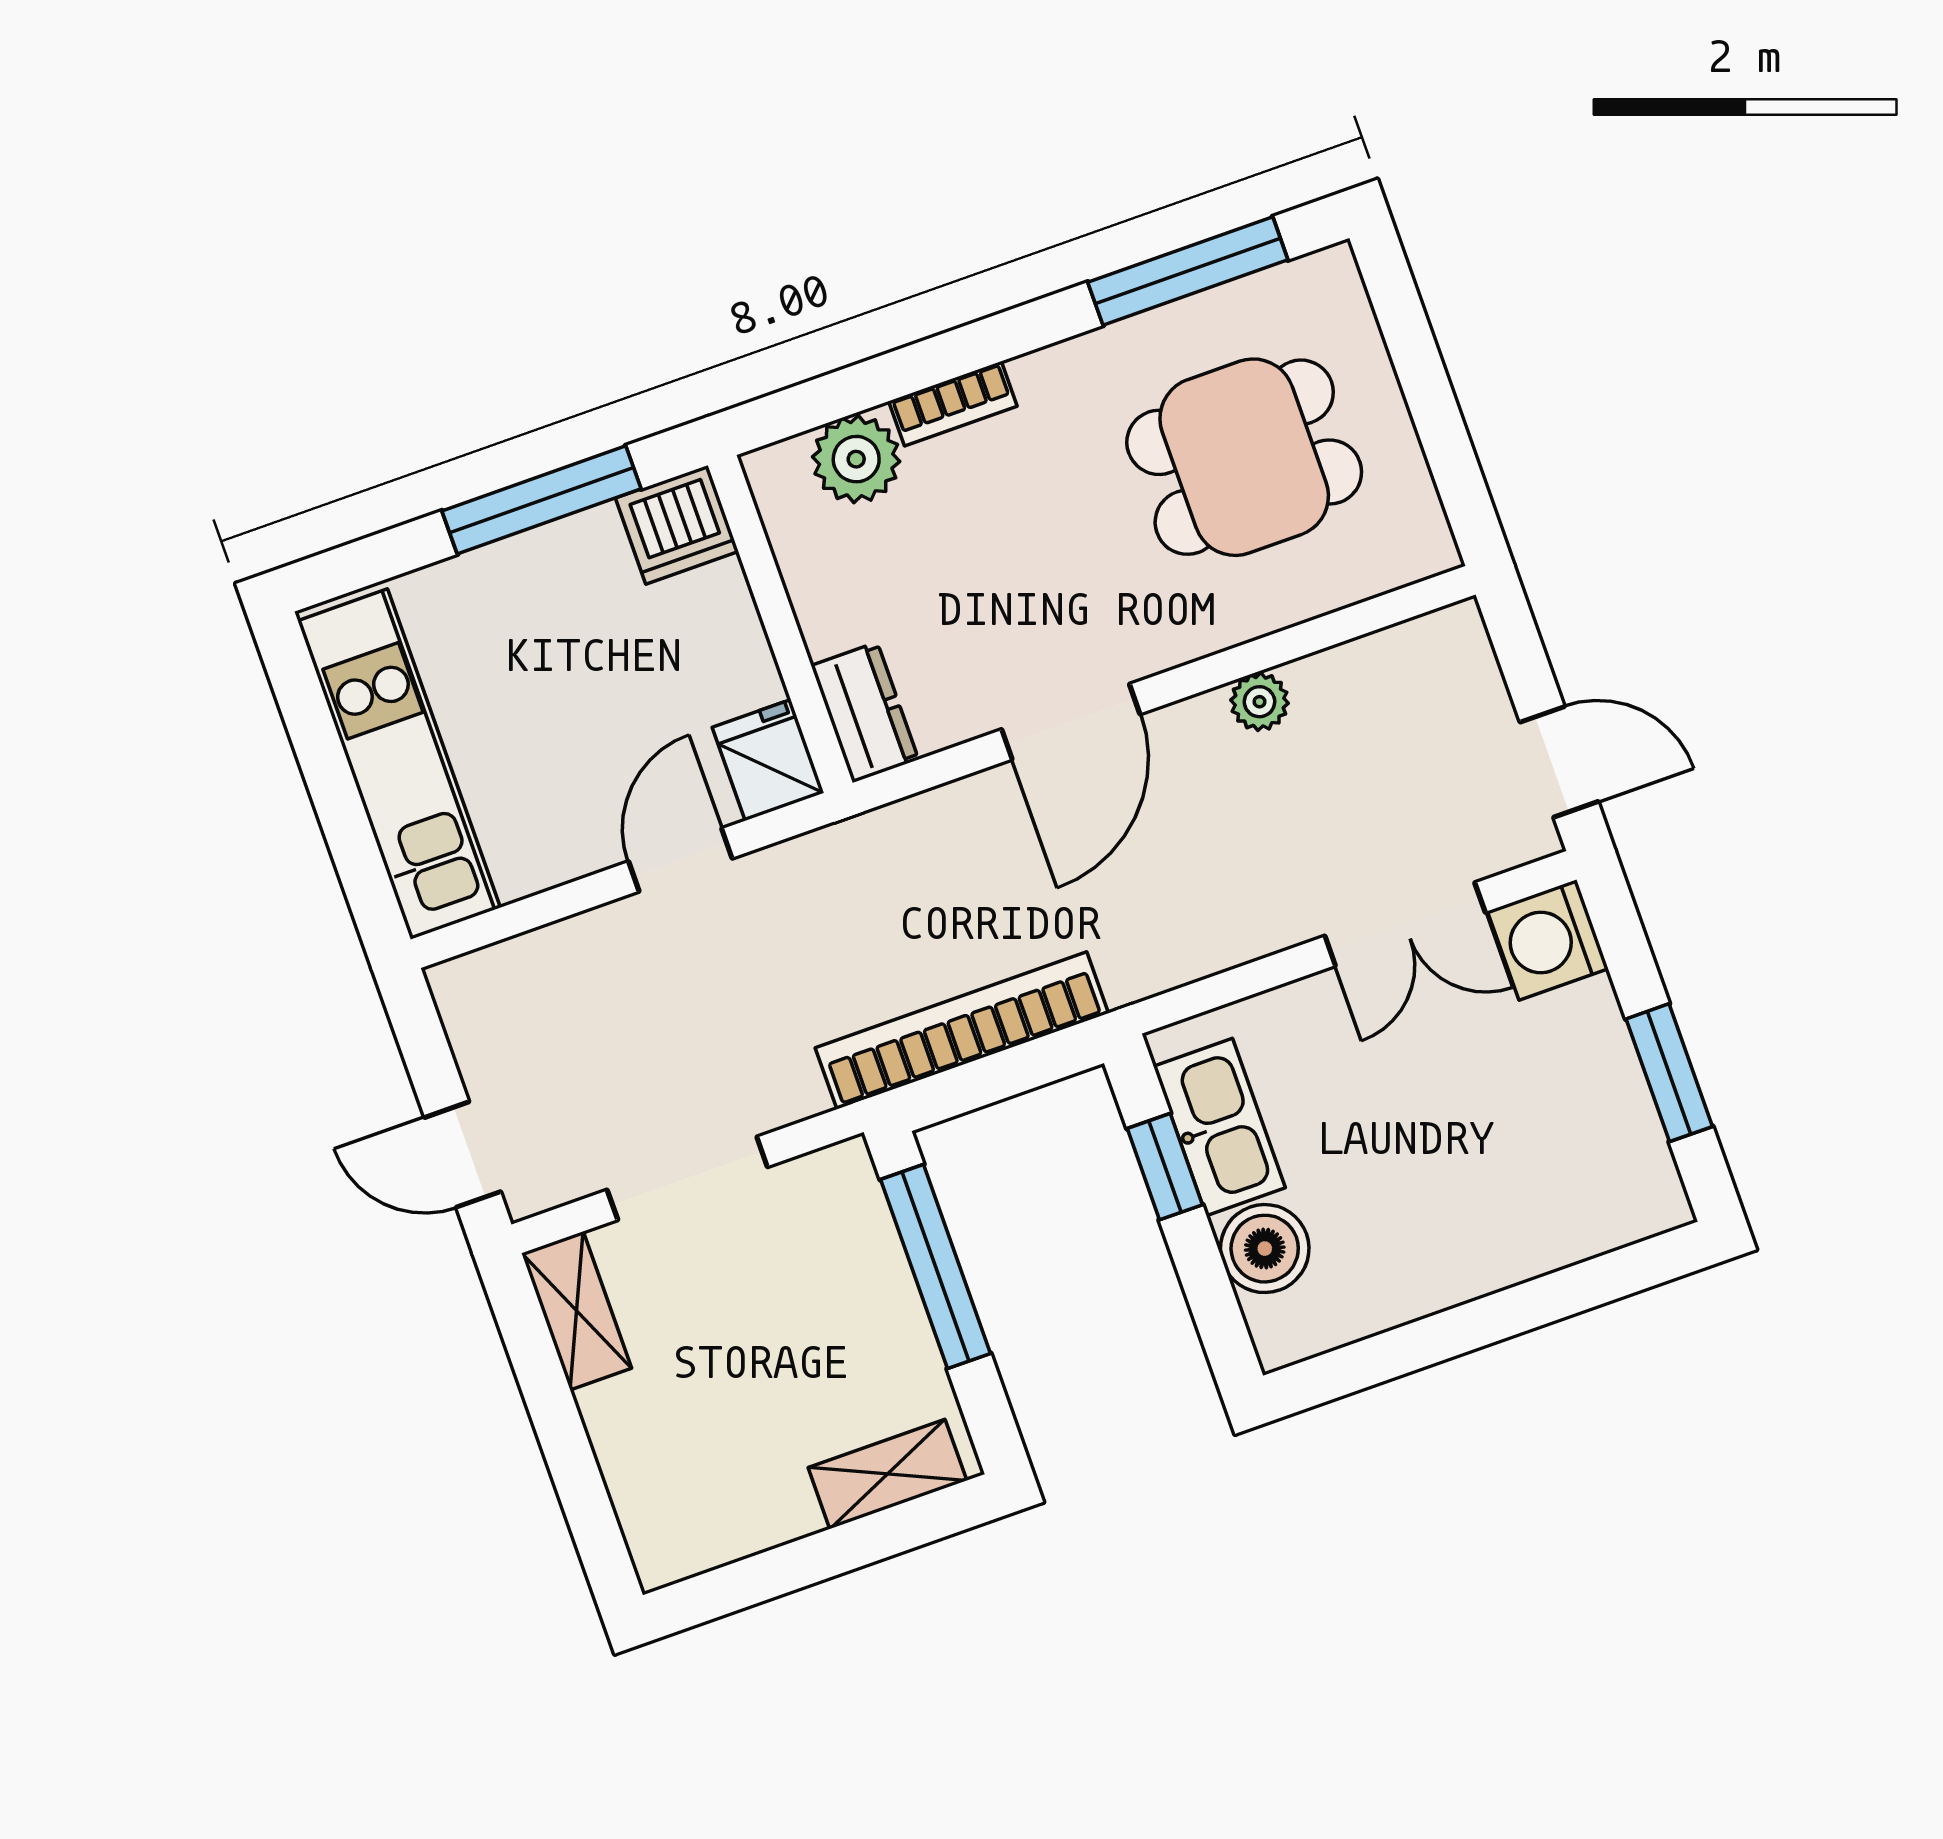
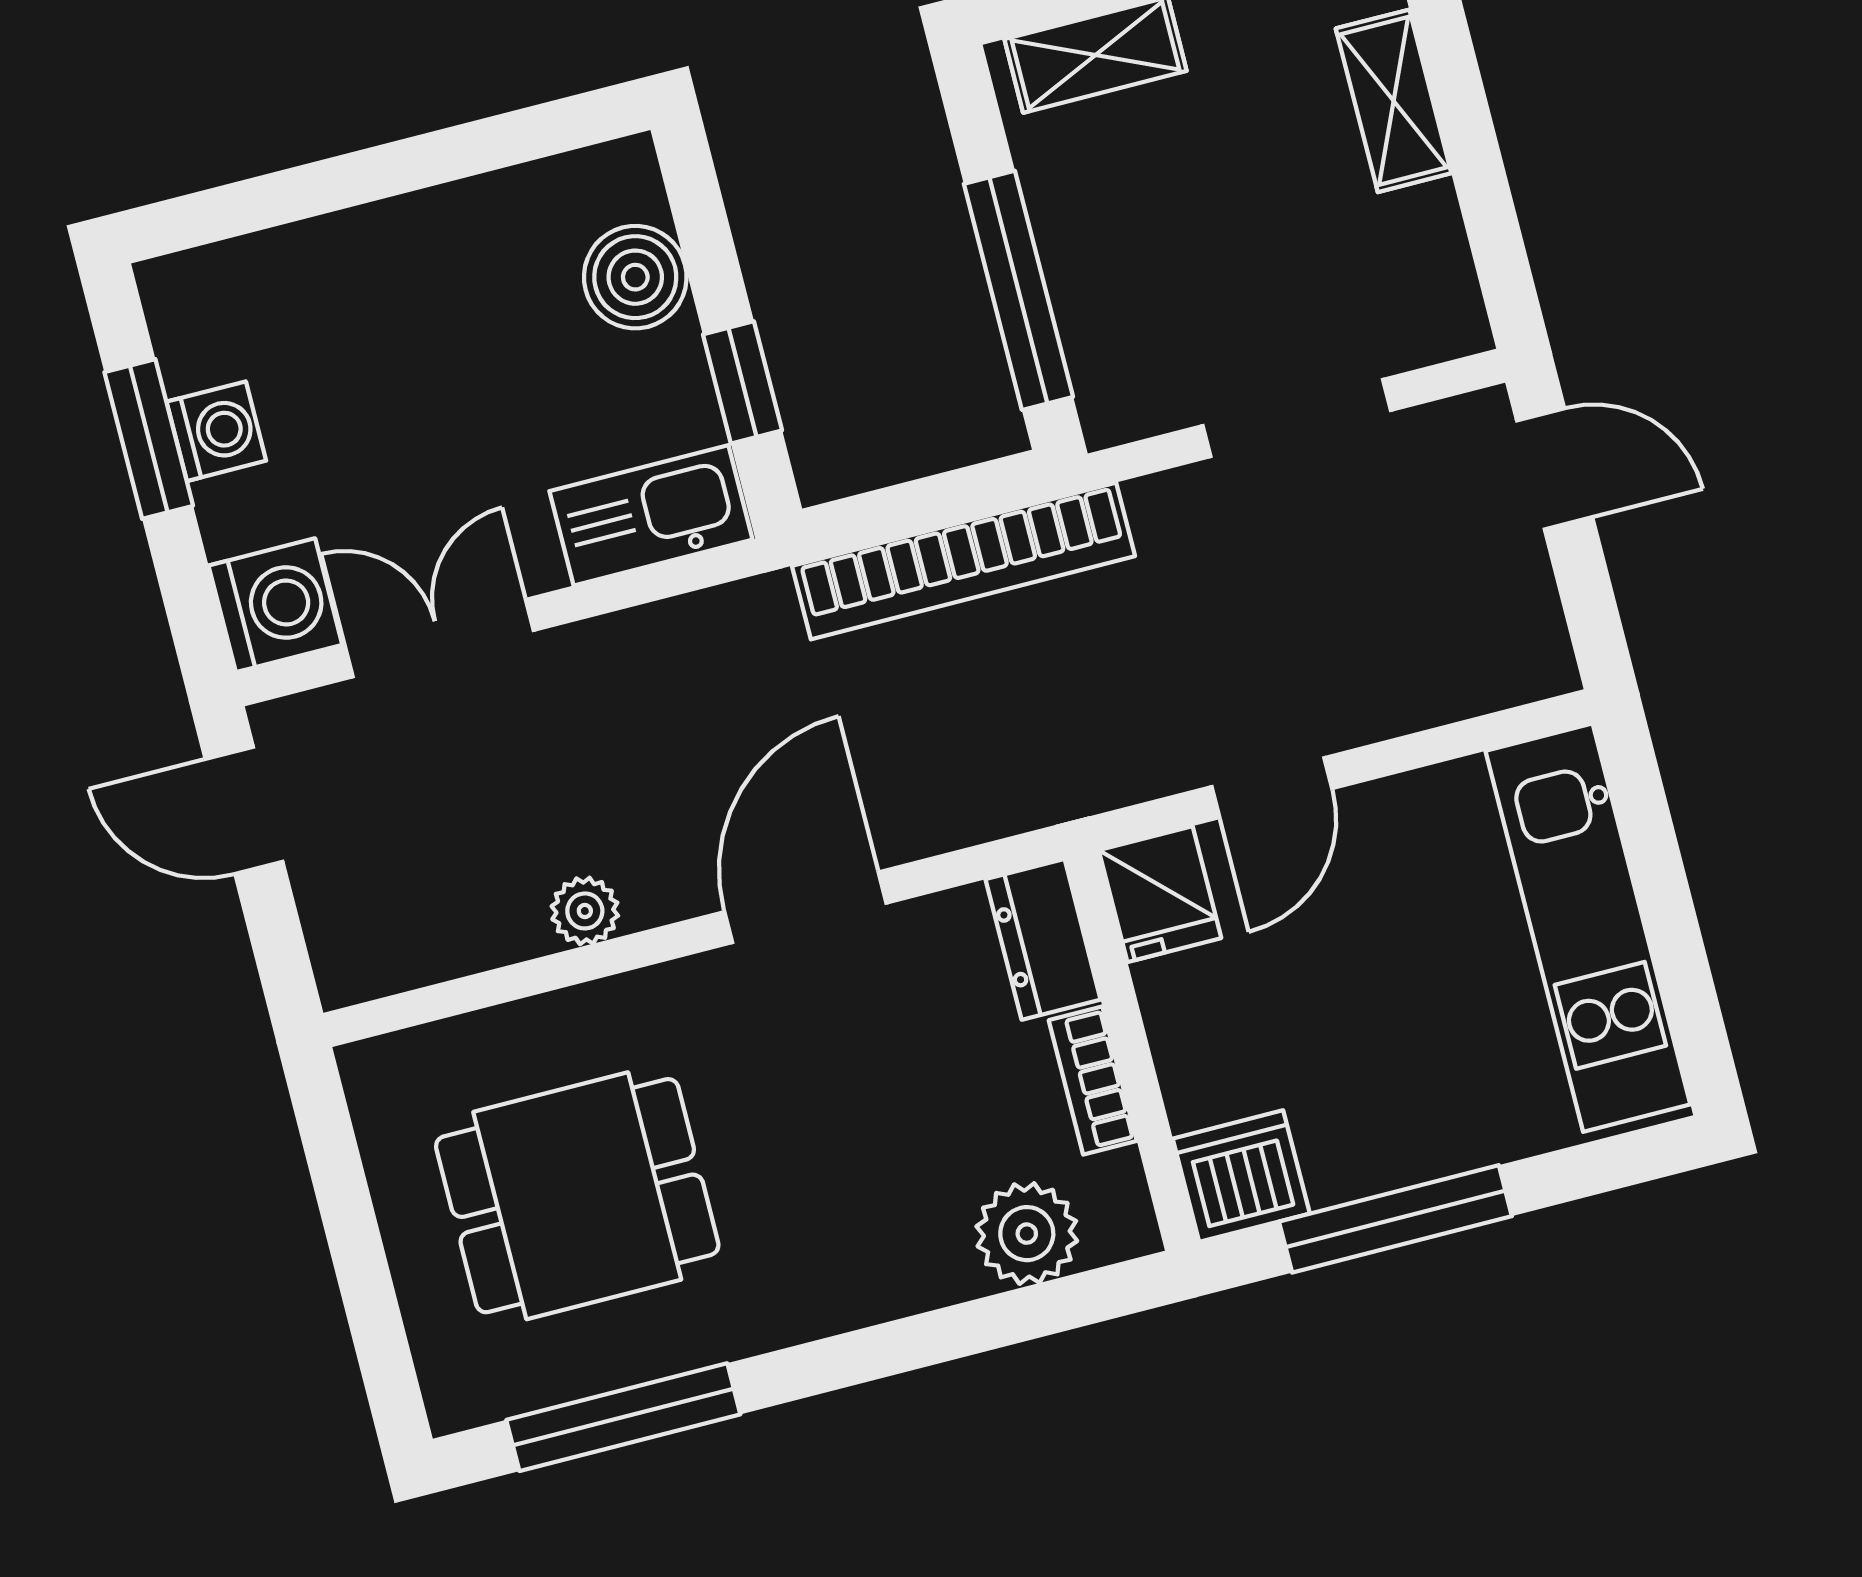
bookcase: (953, 404) -> (1093, 1081), moved, turned -90
washing machine: (1612, 1085) -> (216, 431), added
kitchen sink: (1219, 1127) -> (651, 515), moved, turned 90
shelving: (577, 1311) -> (1394, 101), moved

